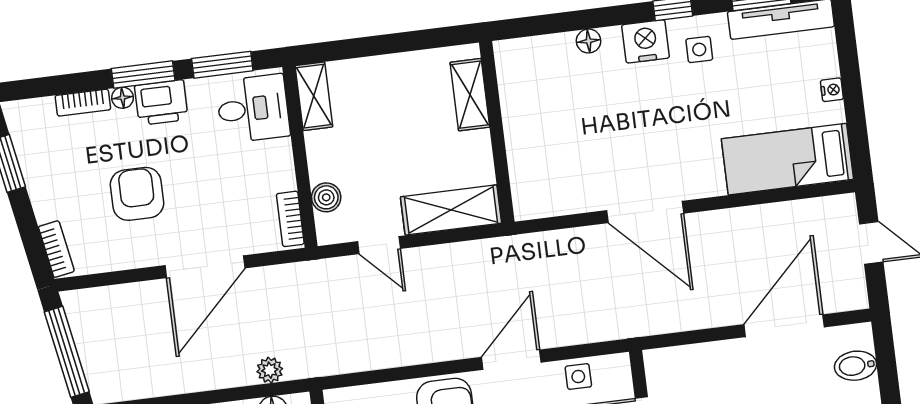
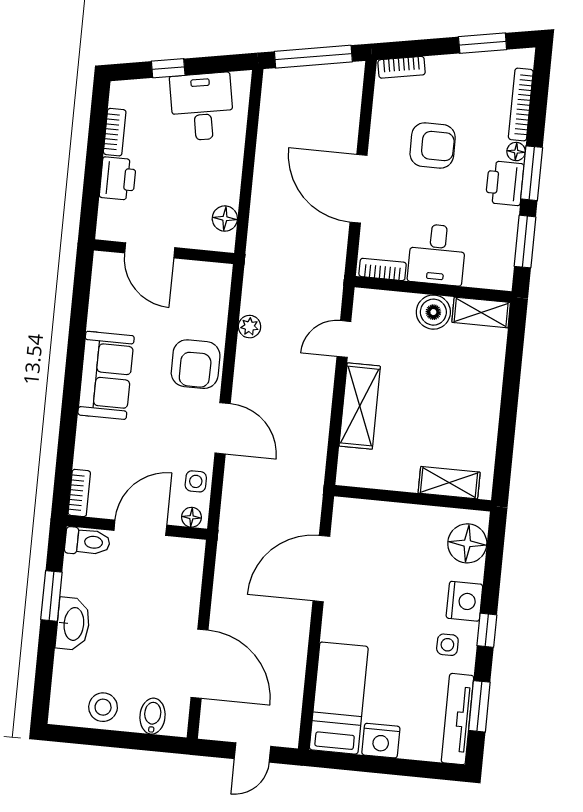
floor lamp: (589, 41) -> (467, 543), width x1.89, depth x1.89
nightstand: (832, 90) -> (381, 741), width x1.89, depth x1.79
shelving: (470, 95) -> (449, 483), moved
bookcase: (83, 103) -> (521, 104), width x1.56
desk: (253, 109) -> (437, 255), moved
wall: (497, 132) -> (413, 498), moved
boiler: (326, 197) -> (433, 312), moved, width x1.36, depth x1.36
plant: (270, 370) -> (249, 327), moved
floor lamp: (620, 372) -> (191, 517), added

